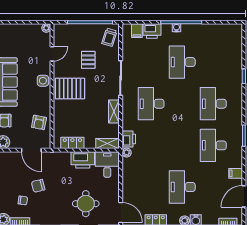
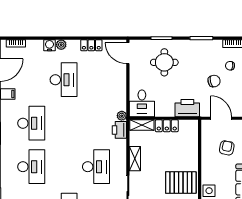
armchair: (39, 122) -> (227, 148), moved
locker: (72, 143) -> (167, 126), moved
printer: (83, 160) -> (187, 108), moved

